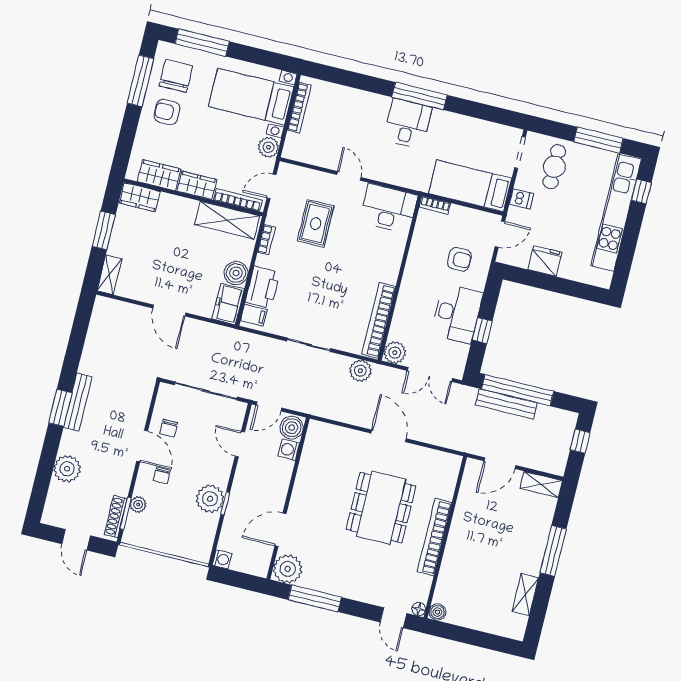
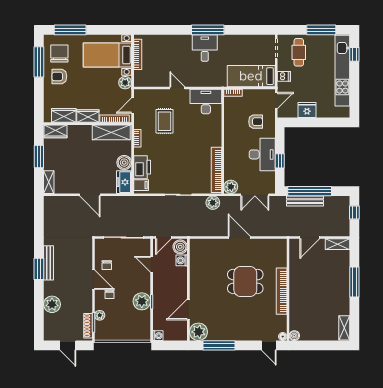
dining table: (381, 508) -> (245, 281), width x0.73
shelving: (525, 595) -> (344, 328), moved

